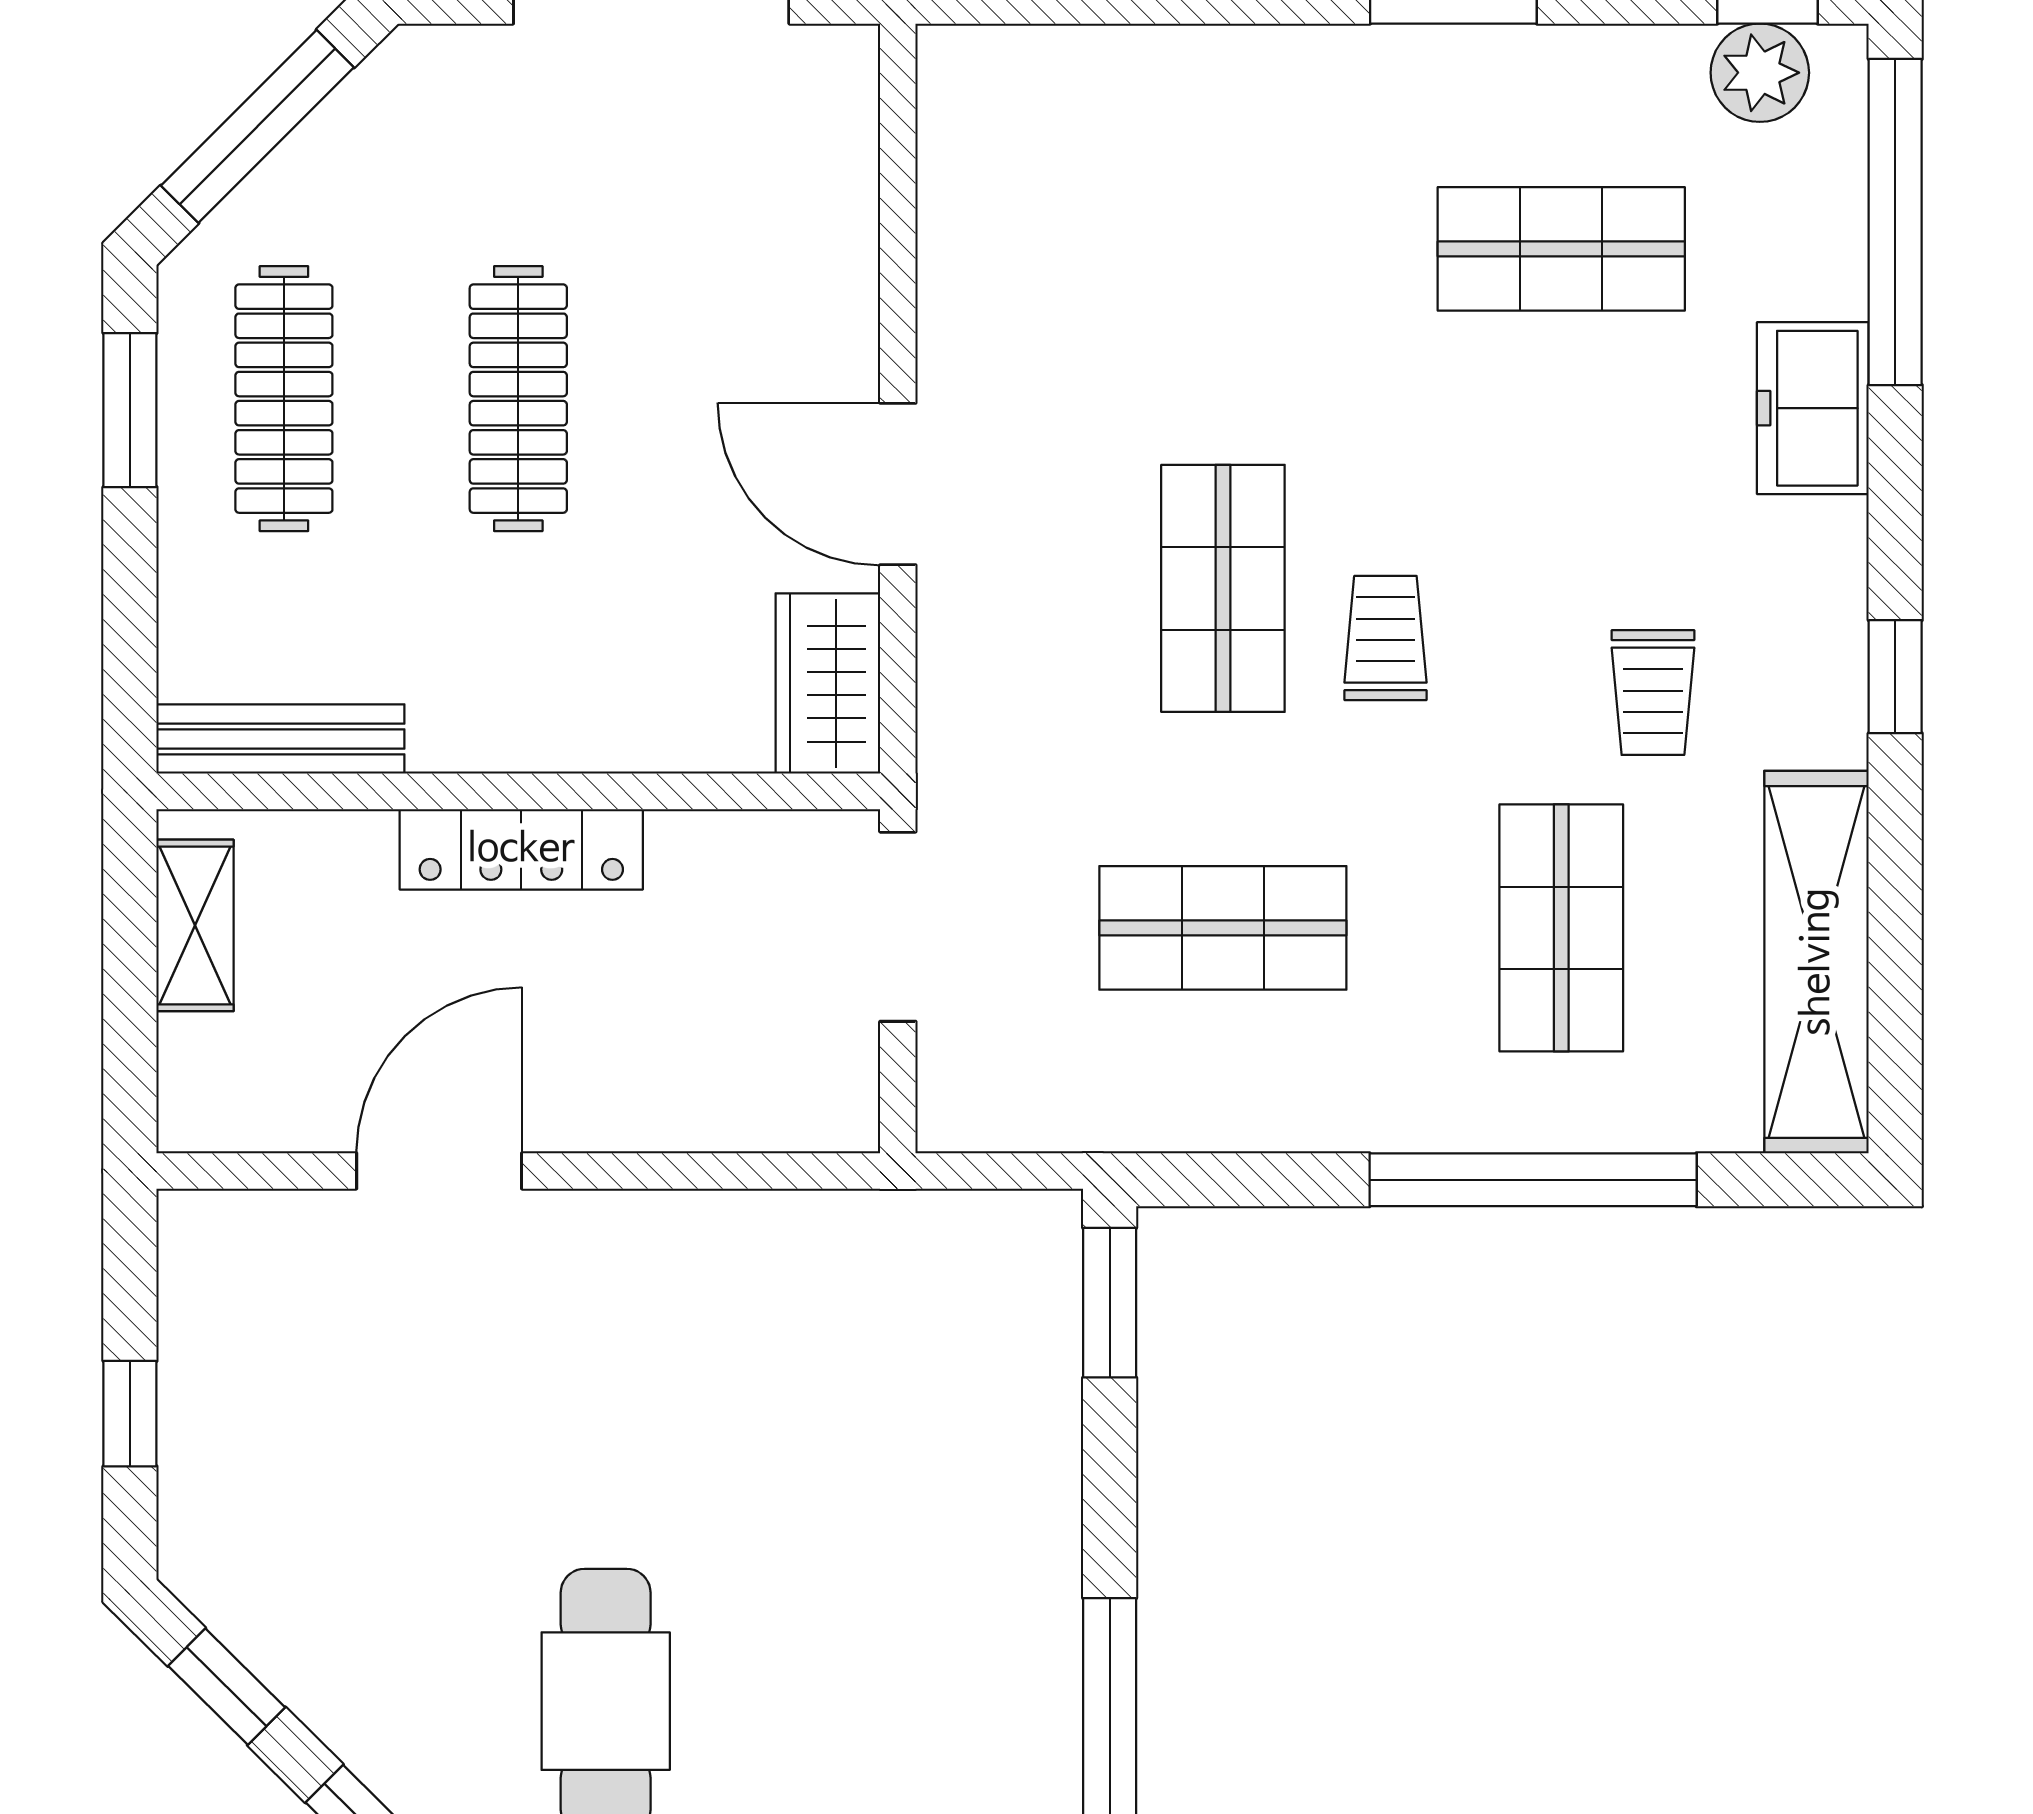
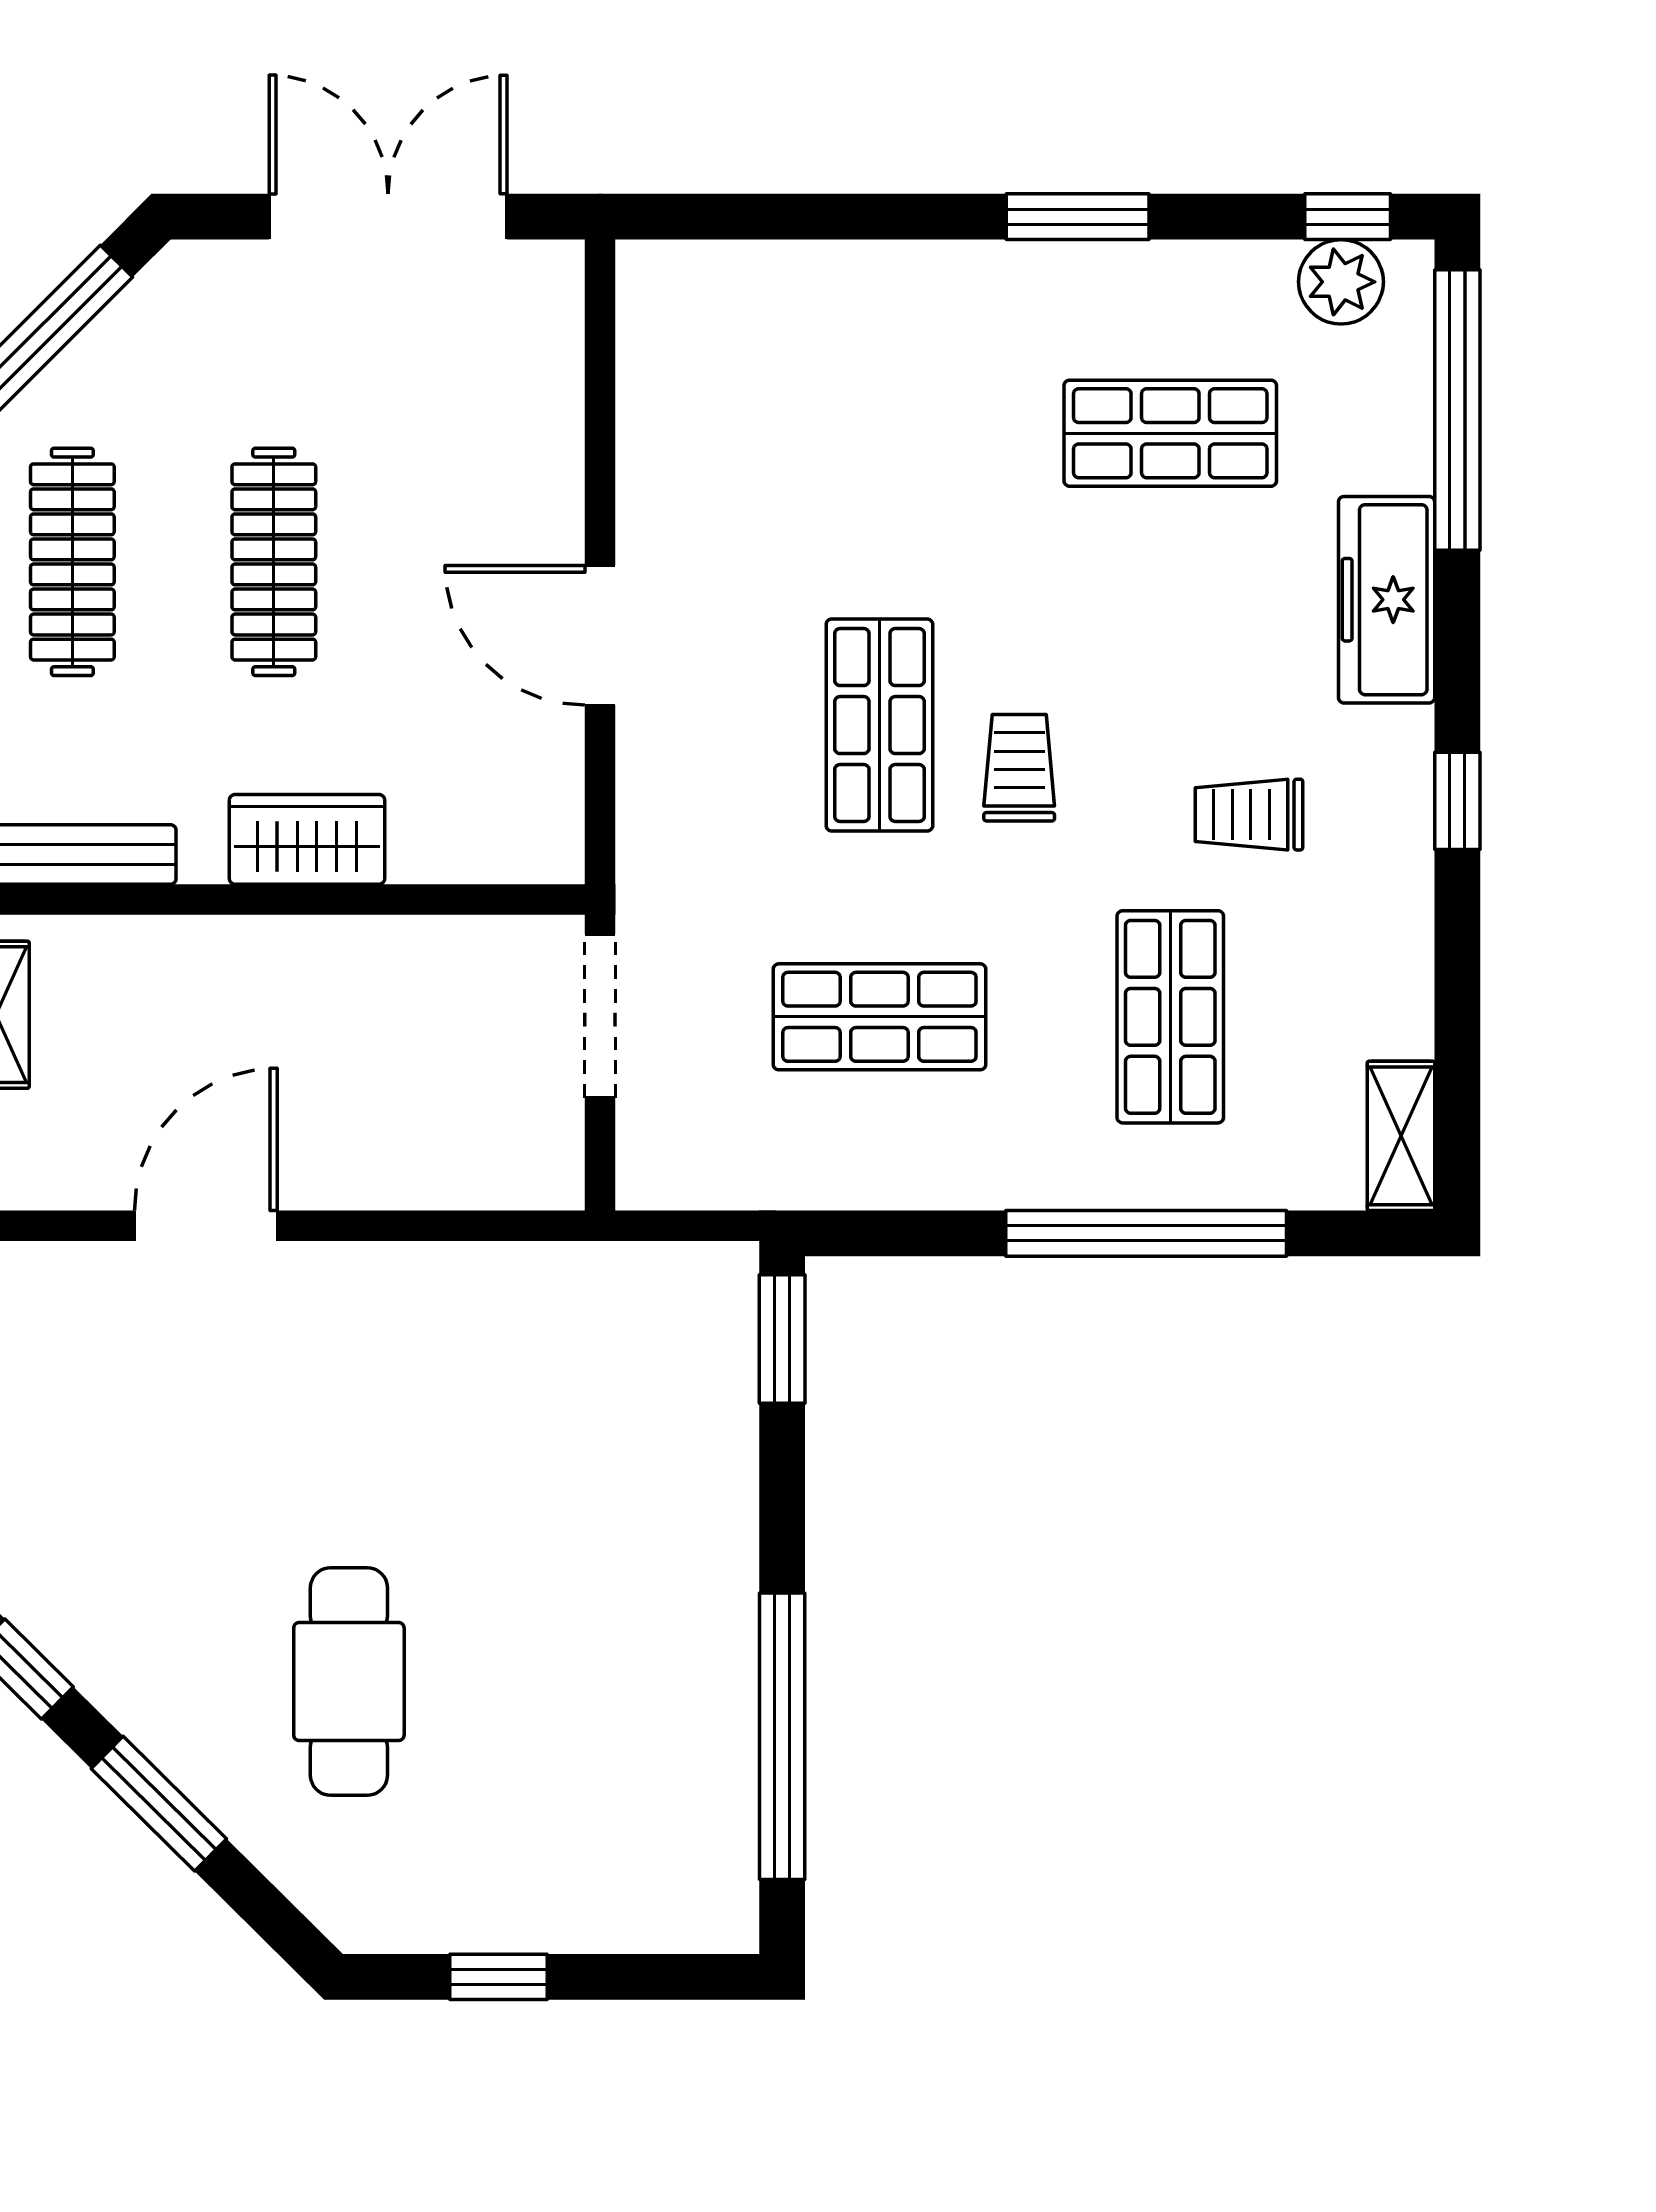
freezer: (1813, 408) -> (1387, 600), width x1.40
wardrobe: (828, 684) -> (307, 839), moved, turned 90
trolley: (1653, 693) -> (1249, 815), turned 90
locker: (521, 849) -> (276, 949), removed
shelving: (1817, 962) -> (1401, 1136), width x0.45, depth x0.75

